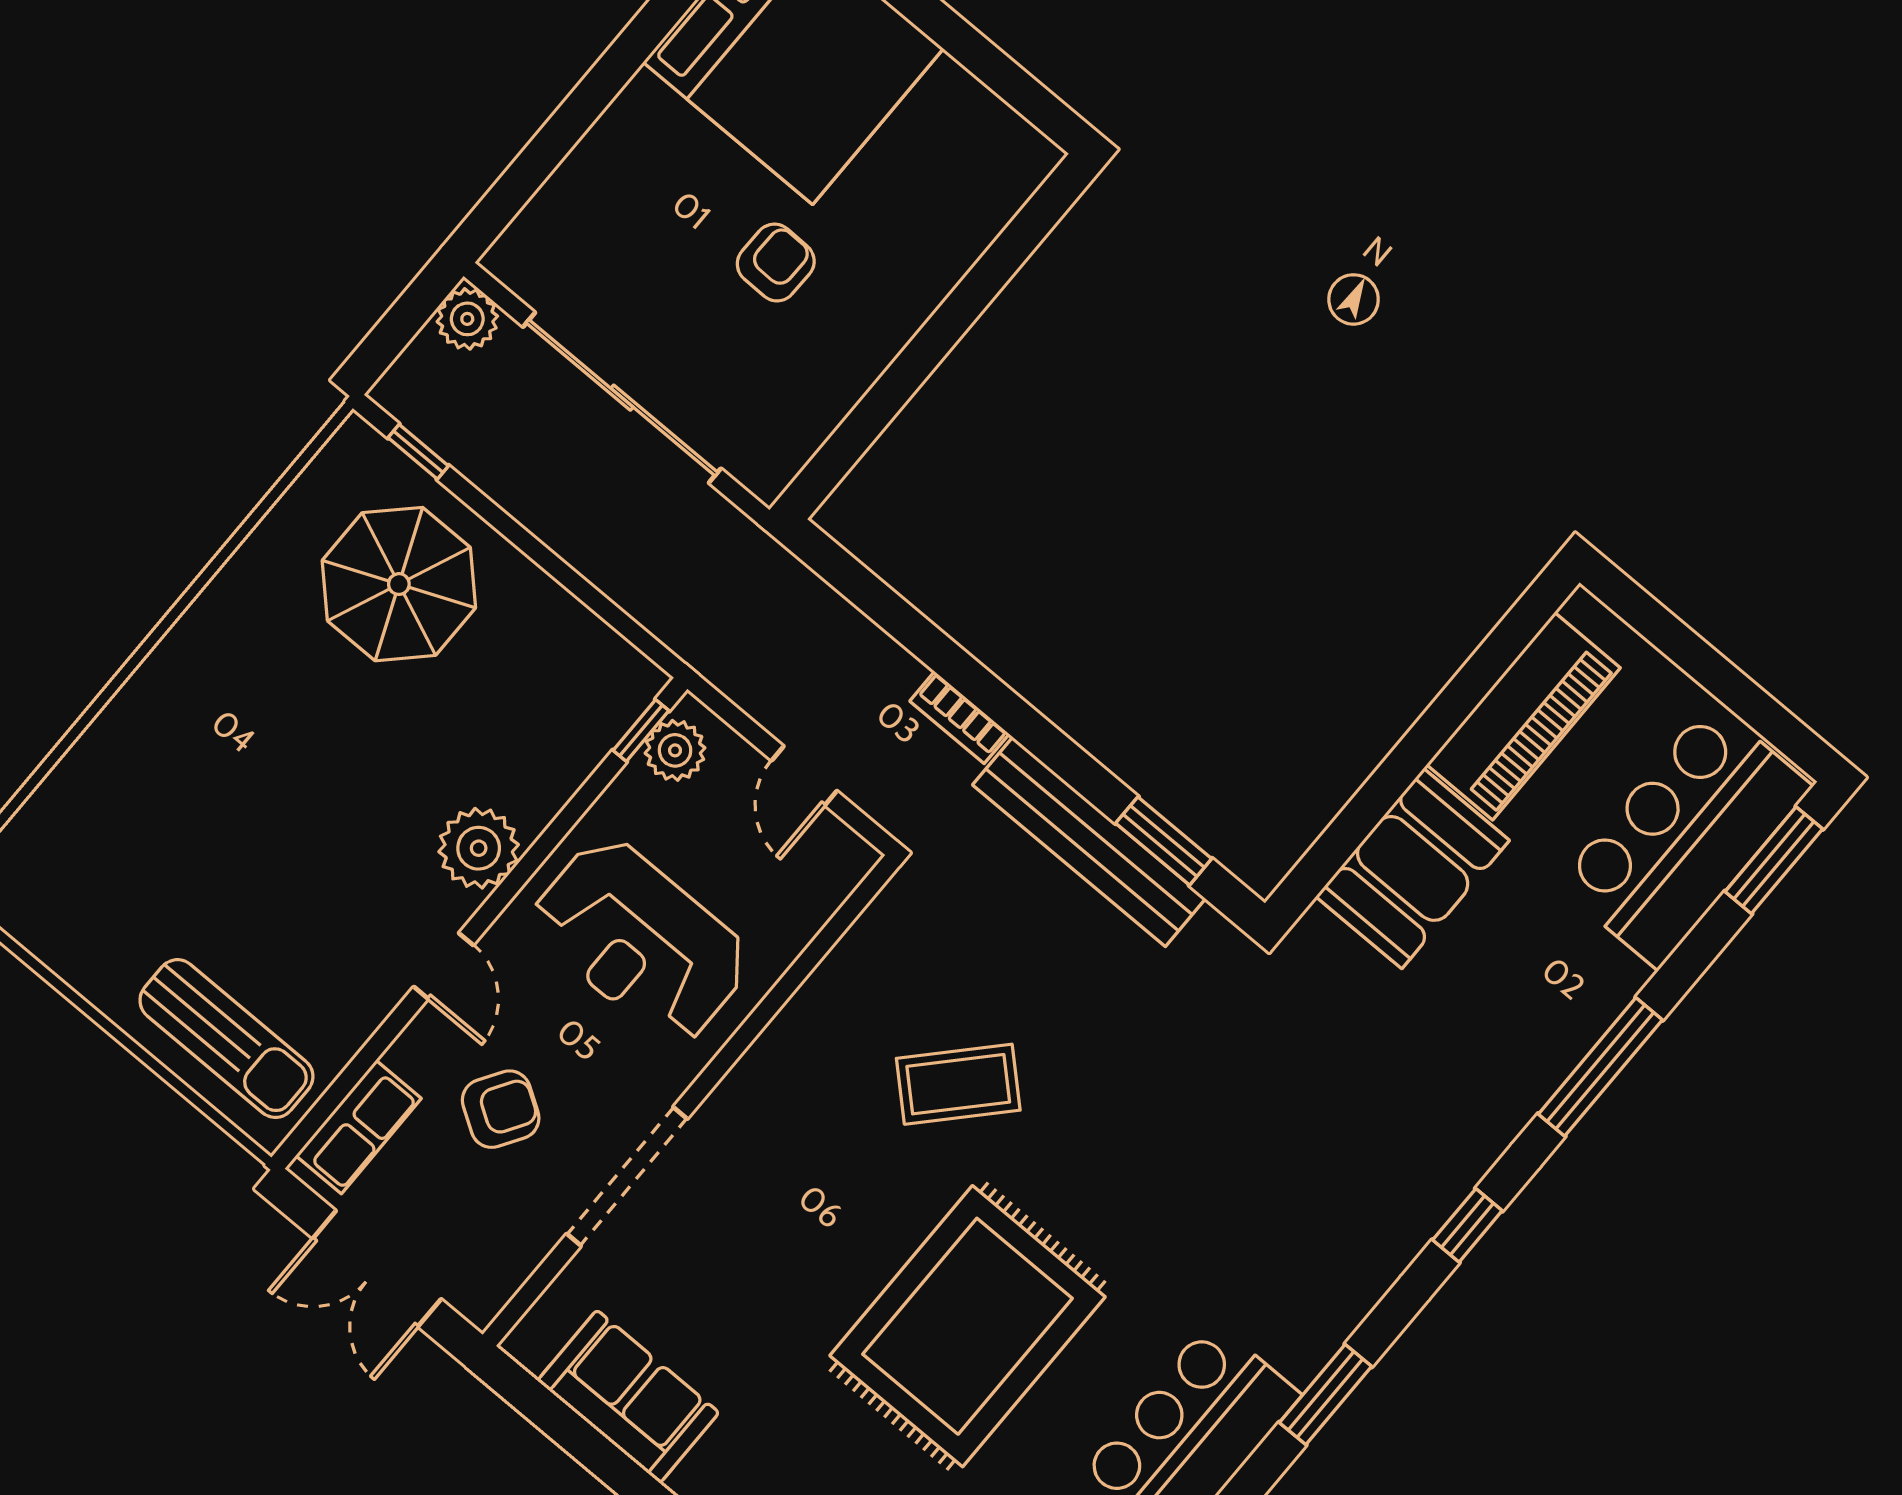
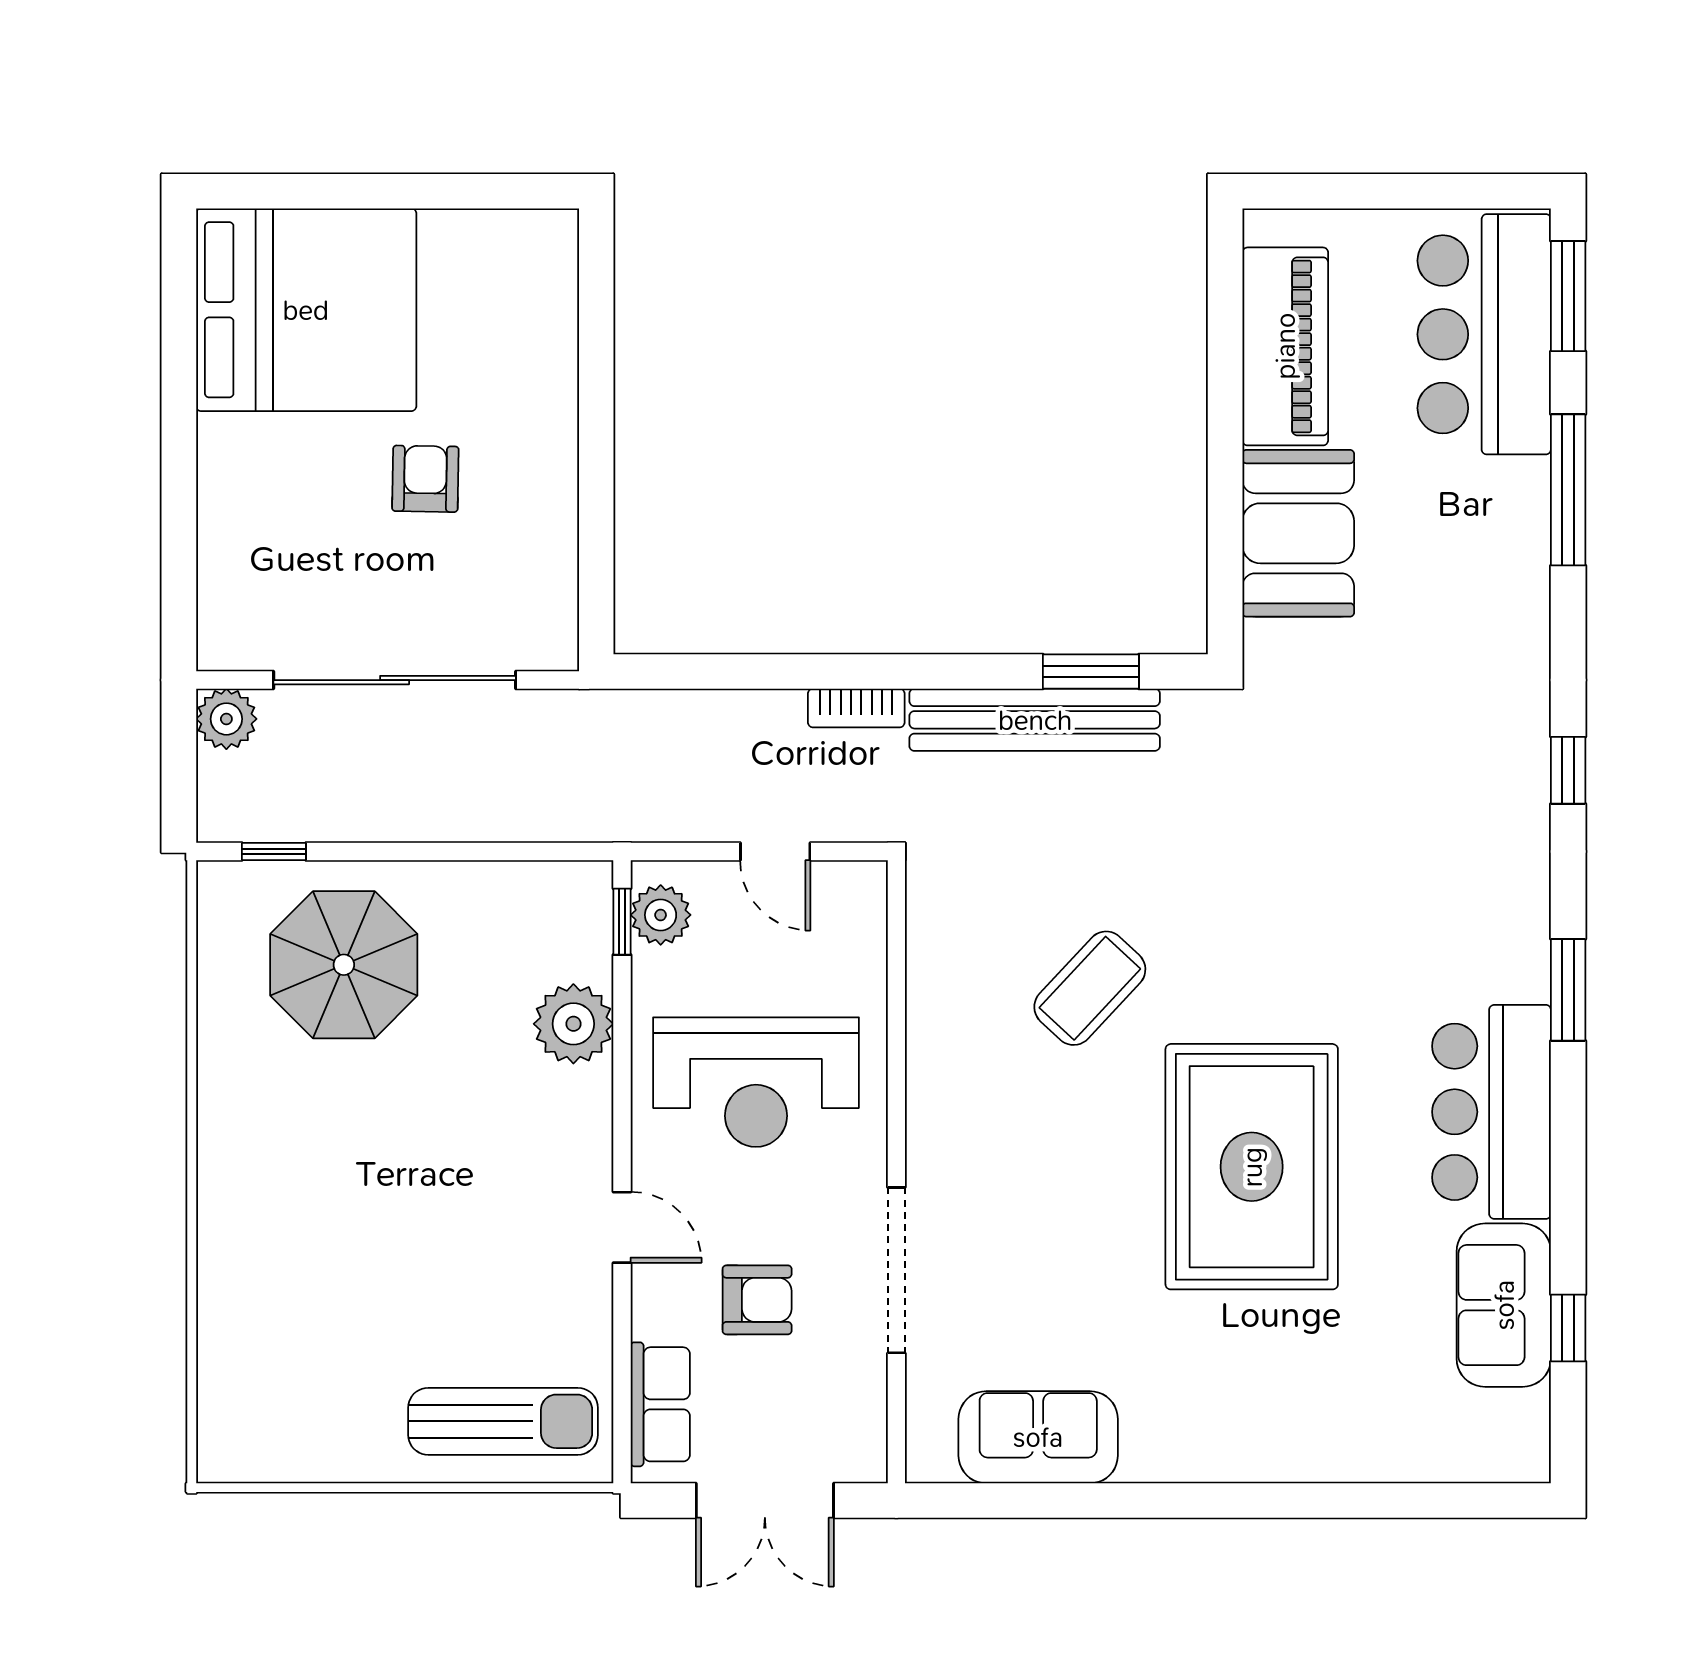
plant: (479, 848) -> (573, 1024), moved
window: (1600, 1067) -> (1568, 490), moved
armchair: (501, 1109) -> (757, 1300), turned 58

